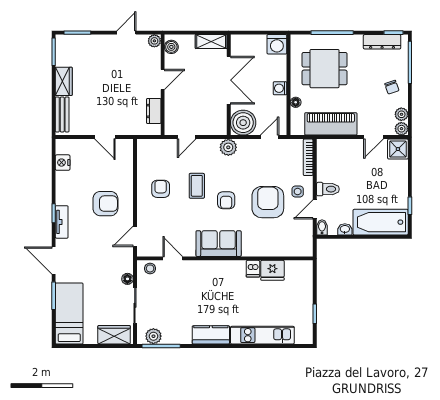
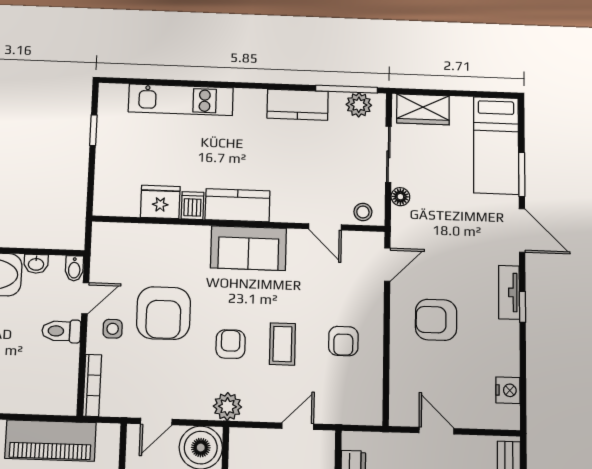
armchair: (226, 200) -> (231, 344), moved
kitchen counter: (226, 270) -> (237, 205), added
kitchen counter: (211, 335) -> (298, 105), moved

